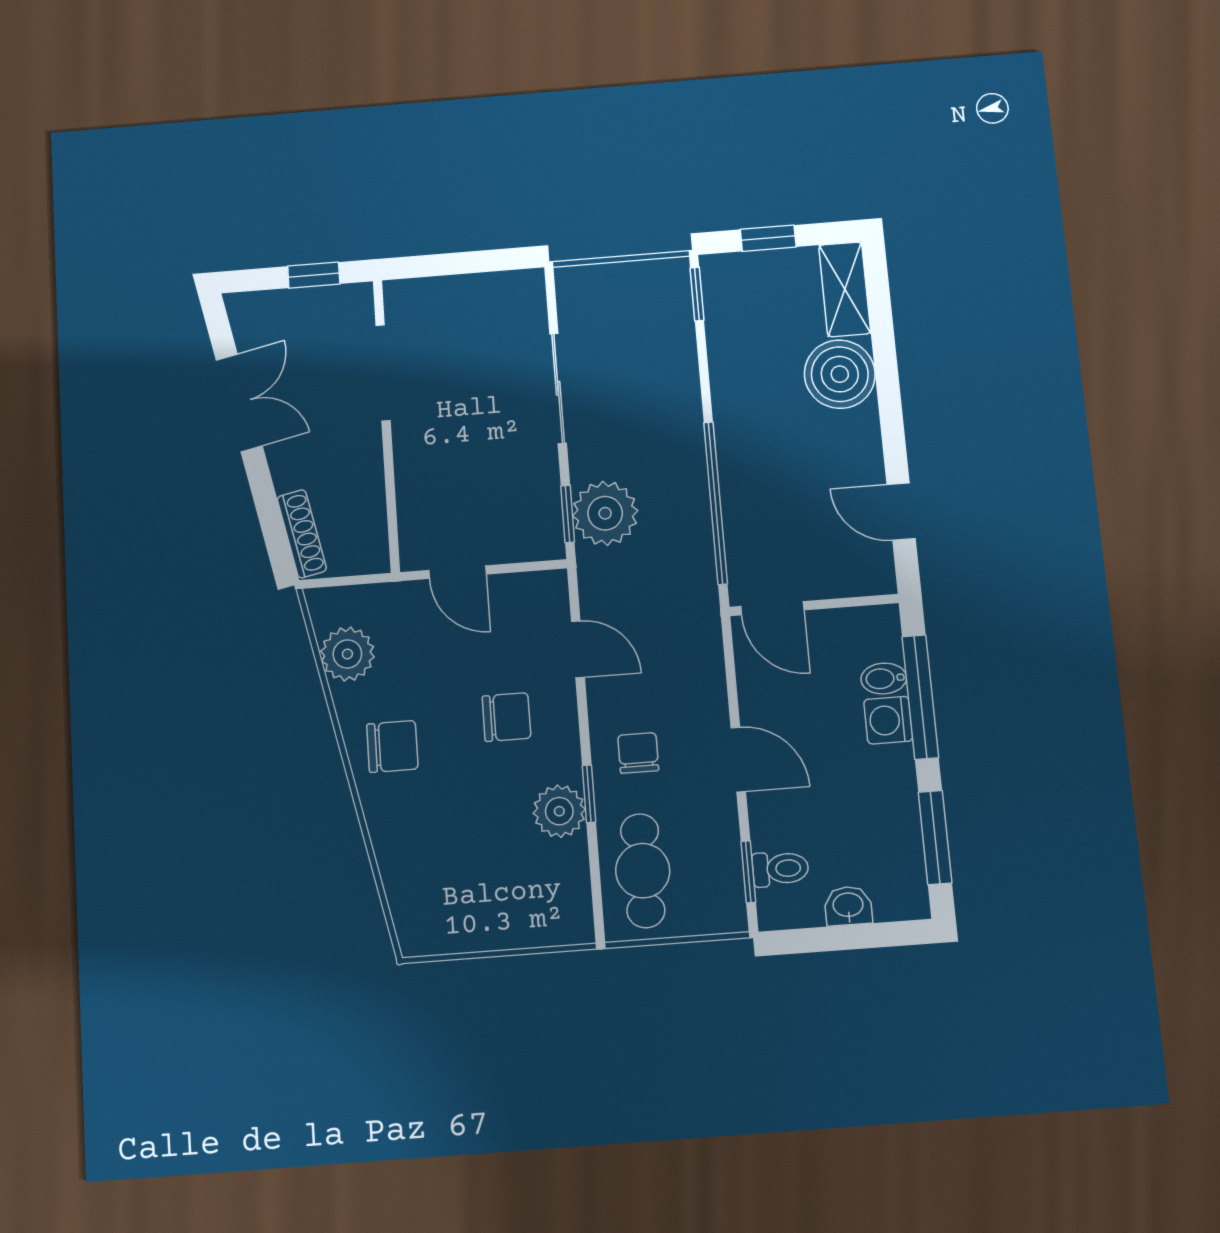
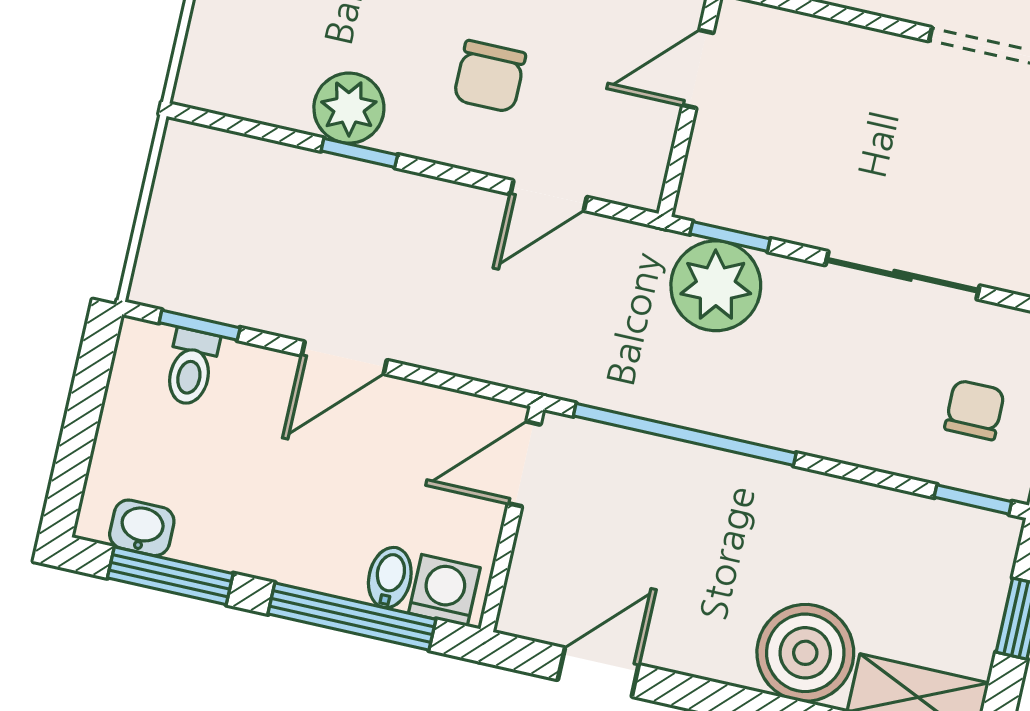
washing machine: (888, 720) -> (444, 590), moved
chair: (638, 753) -> (975, 410), moved, turned -90
cafe table: (643, 871) -> (242, 192), removed
washbasin: (848, 906) -> (142, 528), moved, turned -90

